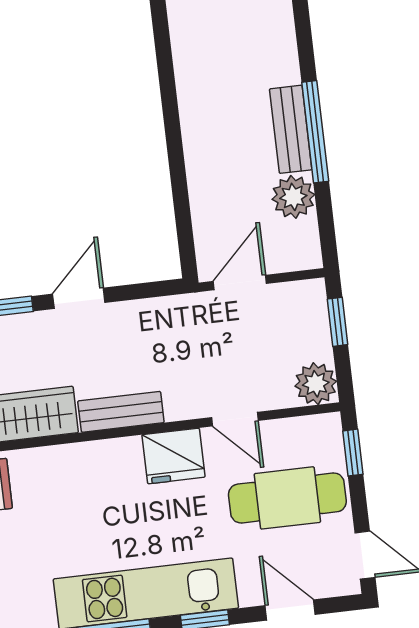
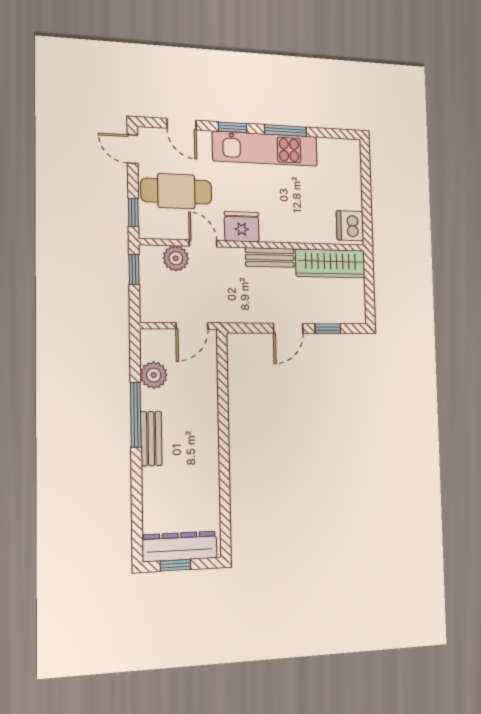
bench: (291, 129) -> (151, 439), moved
window: (338, 322) -> (134, 269), moved
plant: (316, 384) -> (176, 258), moved

